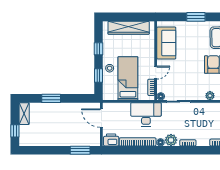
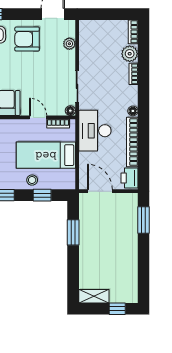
window: (51, 98) -> (73, 232), moved
door: (101, 118) -> (100, 191), swing flipped
plant: (171, 140) -> (130, 54), moved

